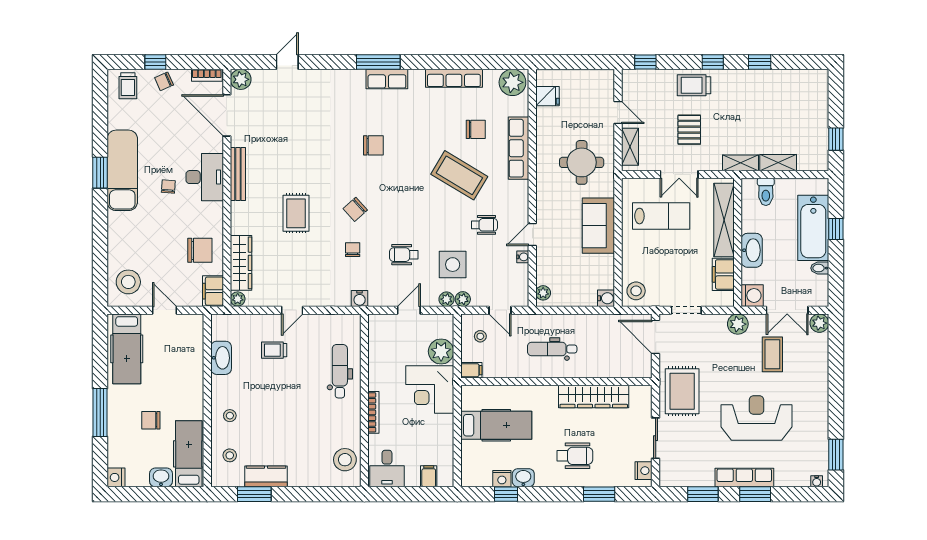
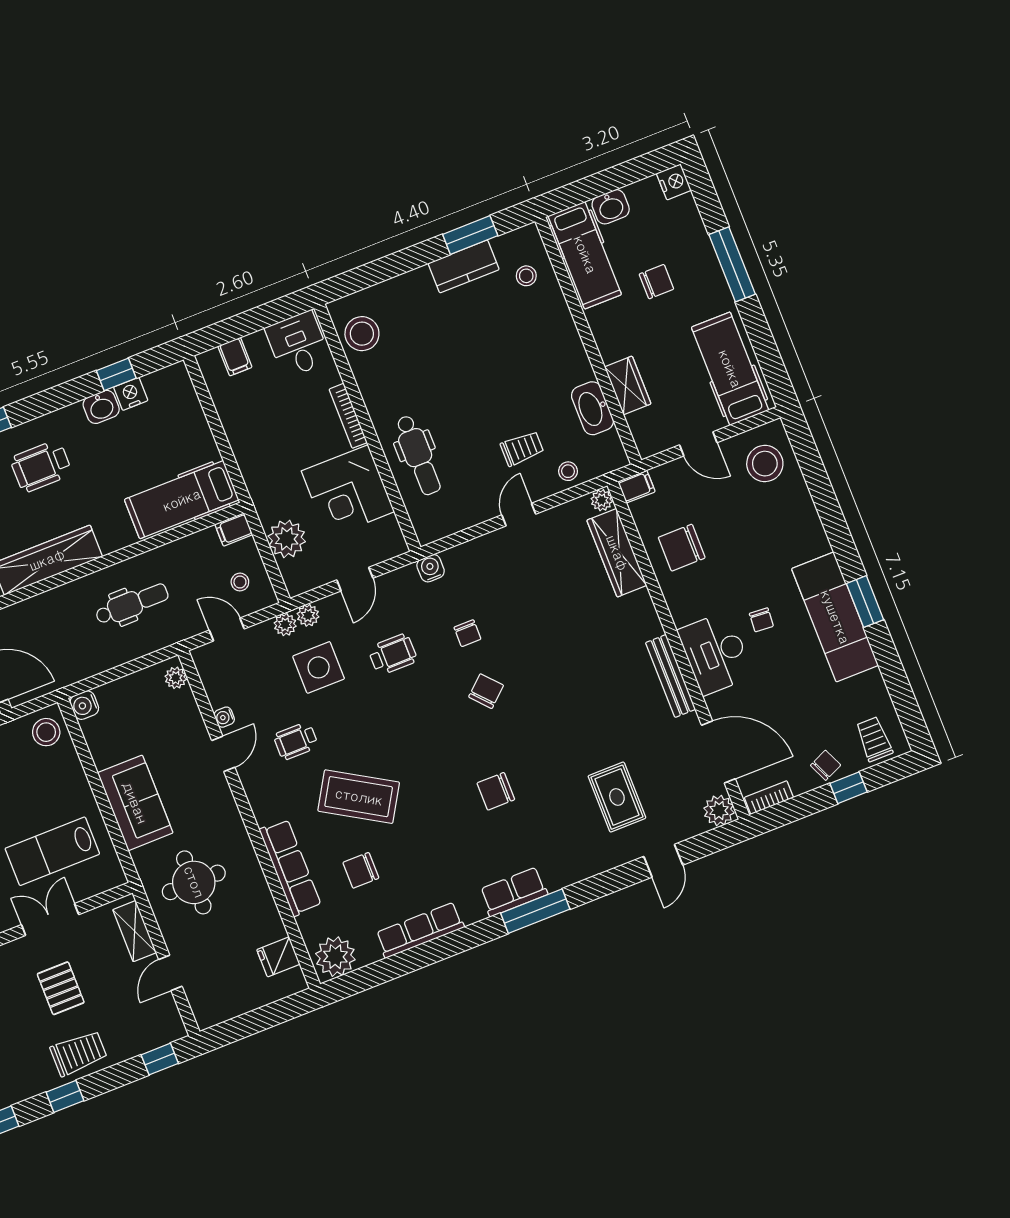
door: (618, 112) -> (170, 973), hinge flipped
rug: (296, 213) -> (617, 797), moved
filing cabinet: (213, 291) -> (636, 487), width x0.50
wardrobe: (194, 363) -> (628, 385), added
corner desk: (430, 389) -> (348, 491), moved, turned 180
stool: (230, 416) -> (568, 471), moved
hospital bed: (496, 425) -> (182, 500), moved

